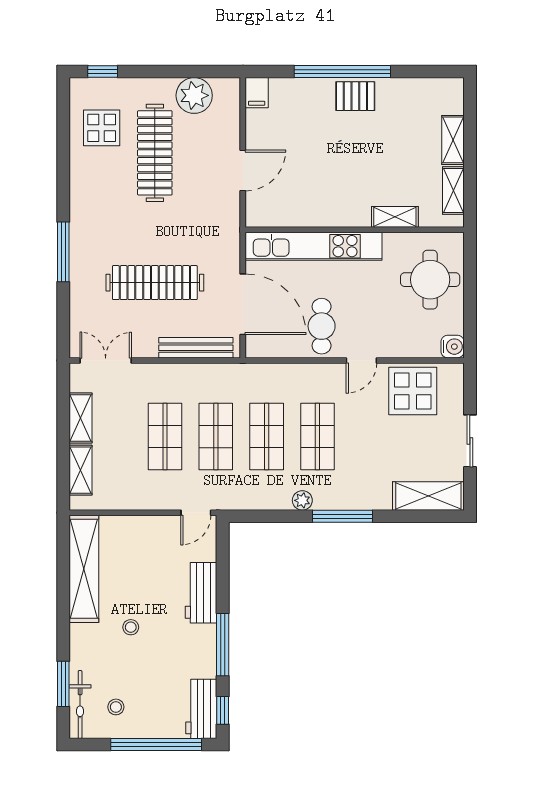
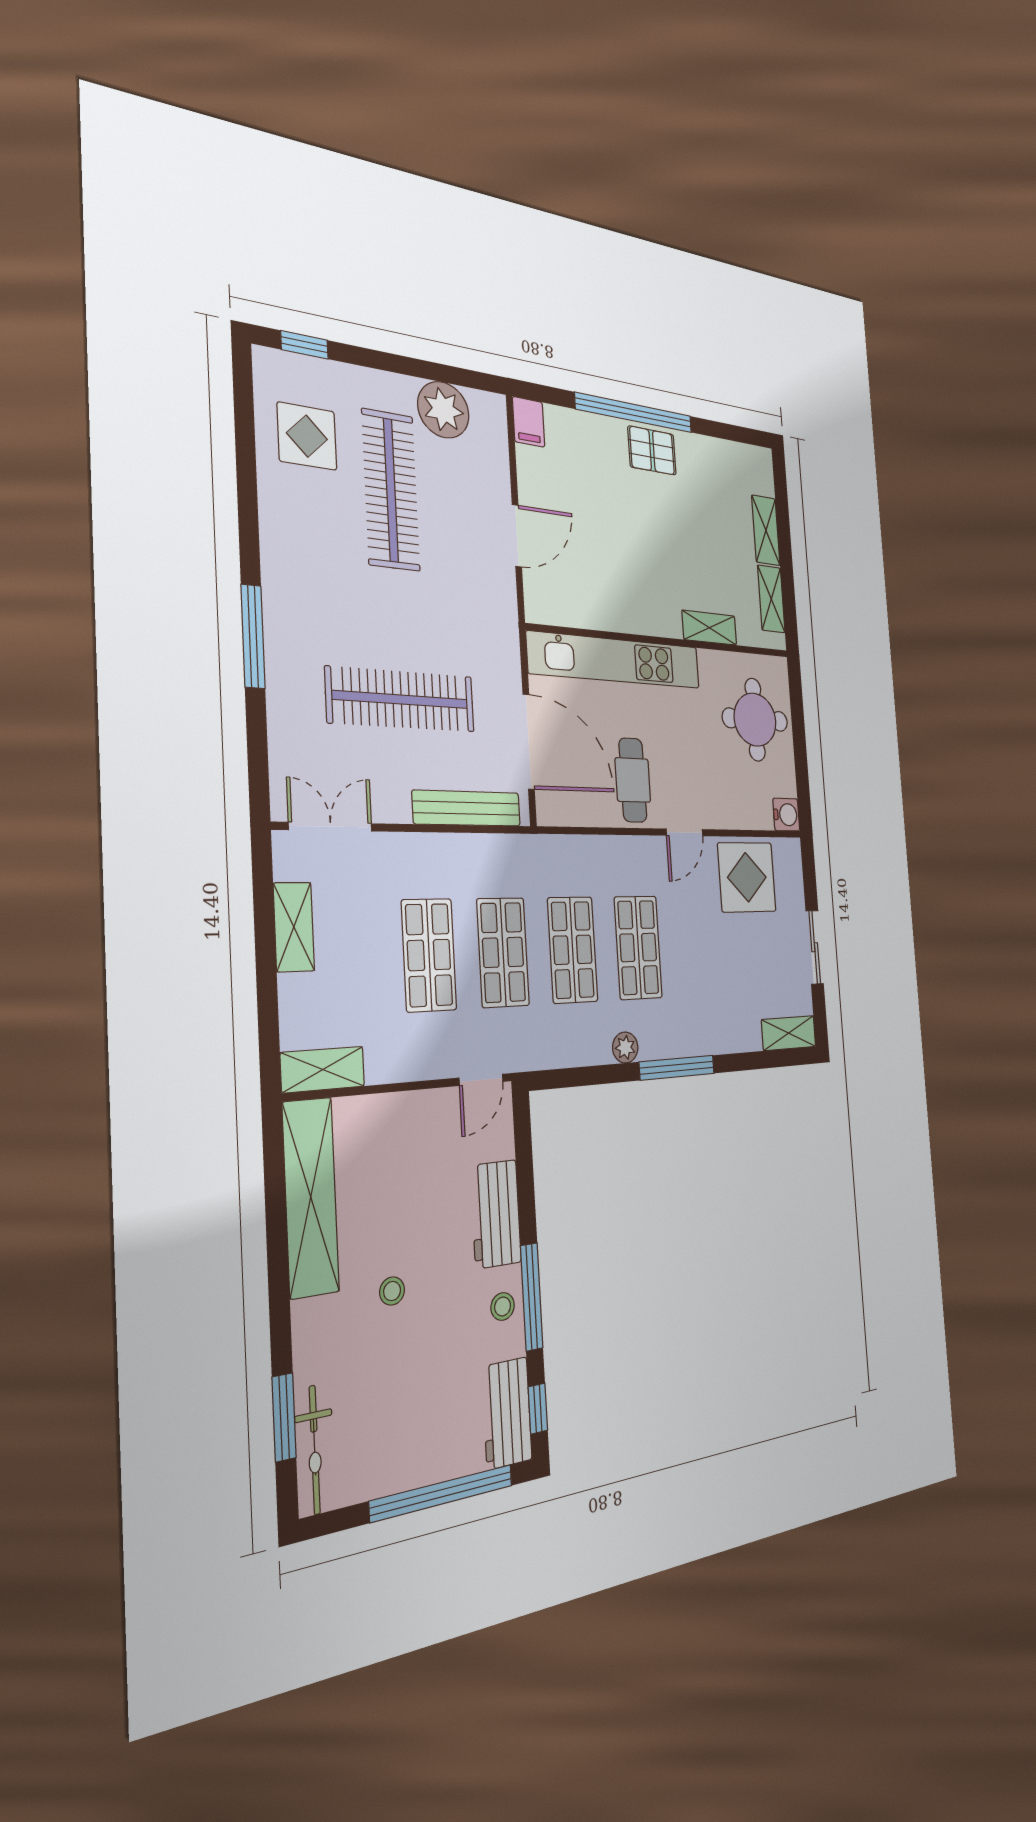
shelving: (81, 470) -> (323, 1070), moved, turned 90
shelving: (428, 496) -> (789, 1033), width x0.67, depth x0.75
stool: (116, 707) -> (503, 1306), moved

